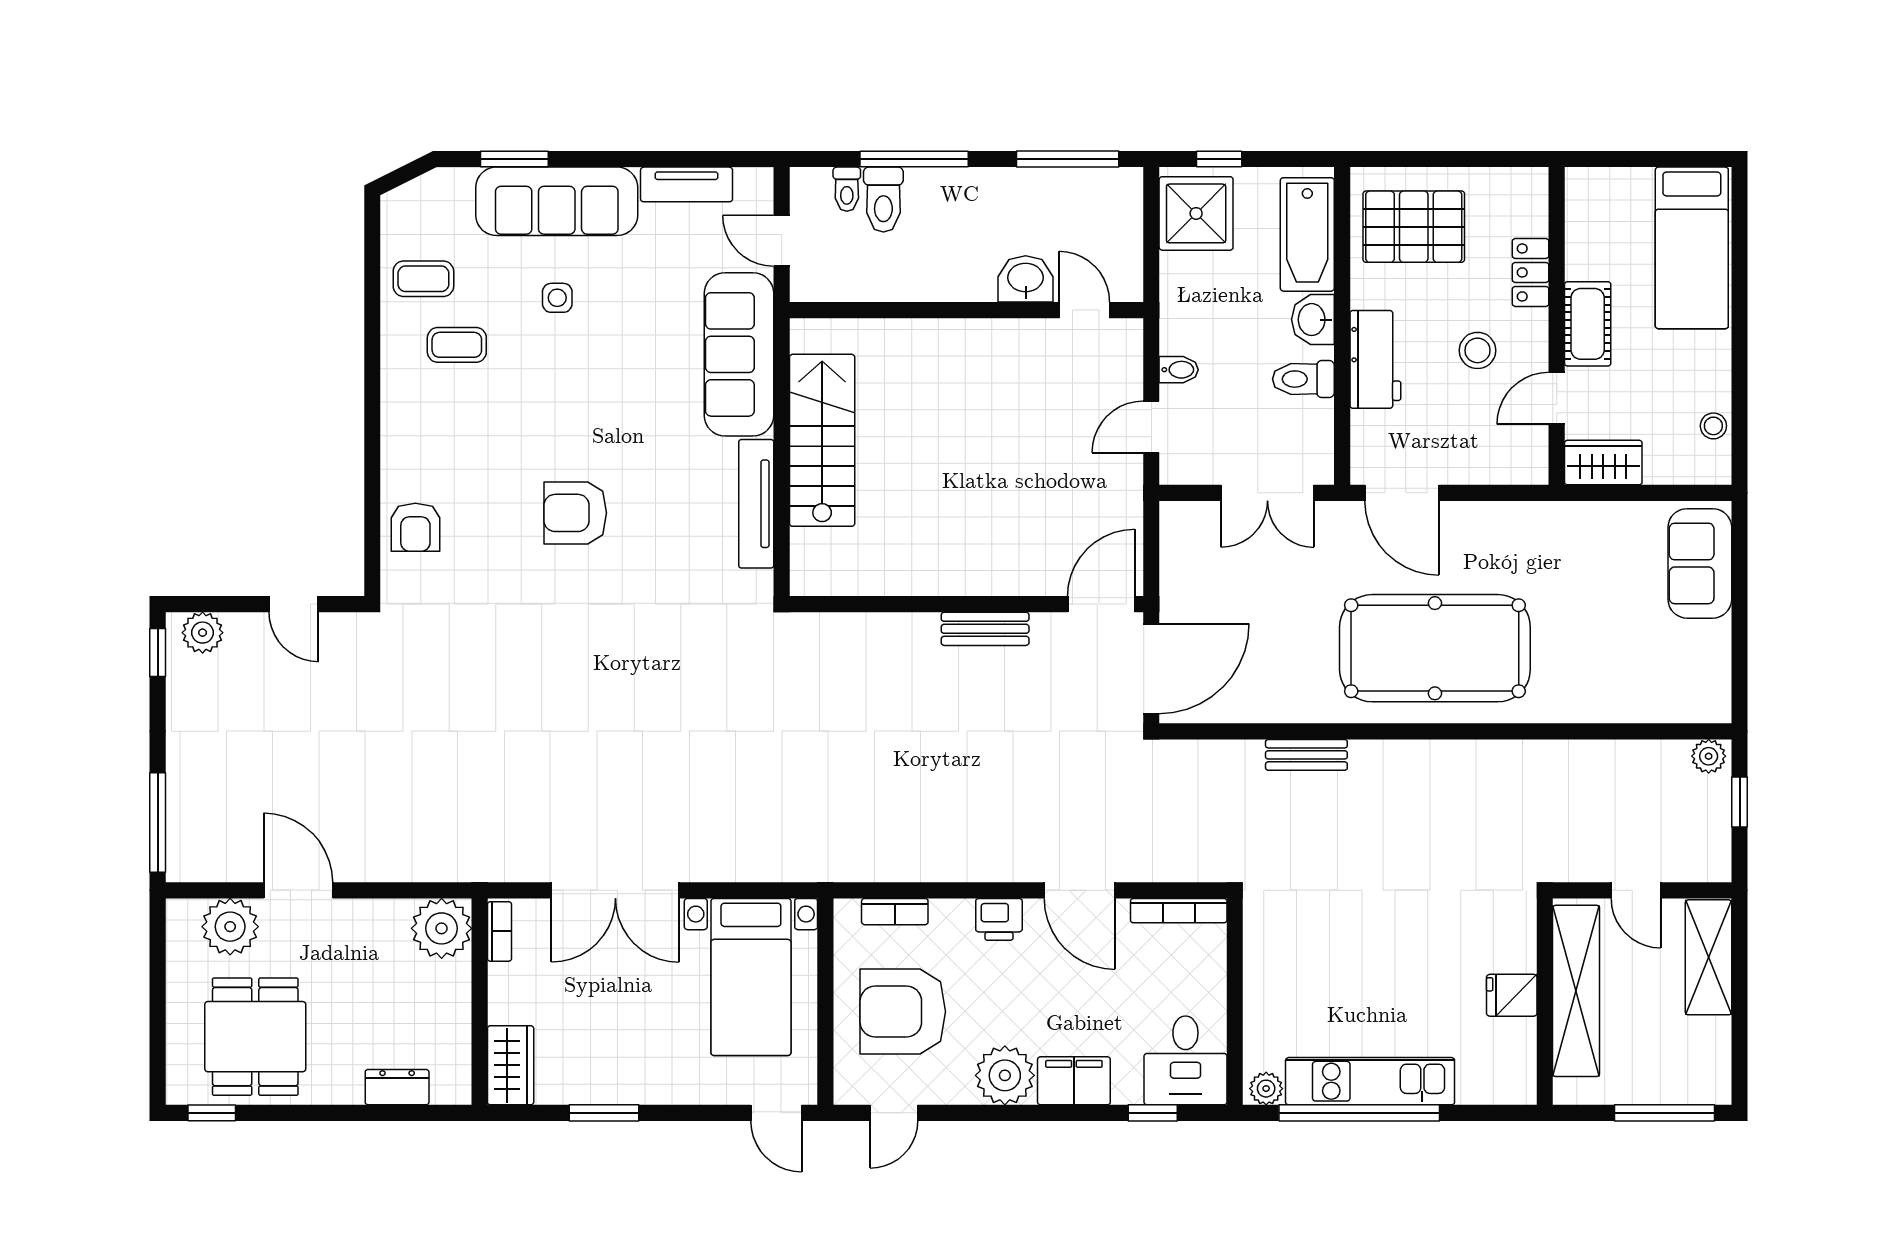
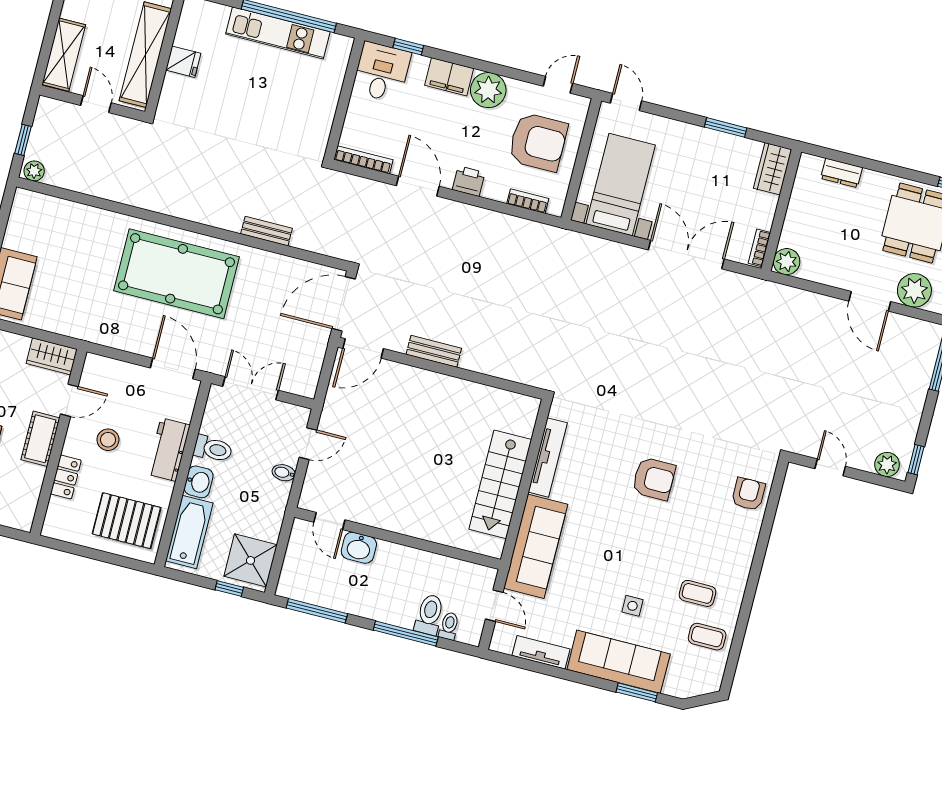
plant: (442, 928) -> (787, 262), width x0.73, depth x0.73
plant: (1266, 1089) -> (339, 44), removed

